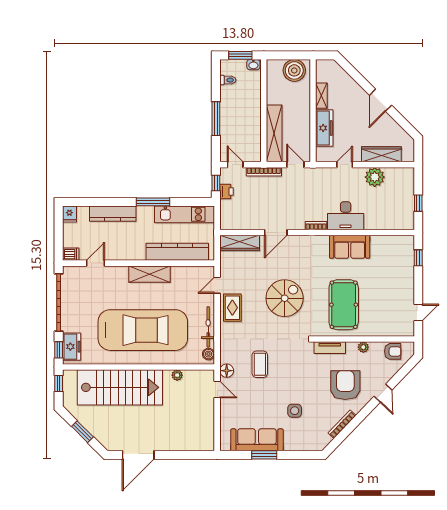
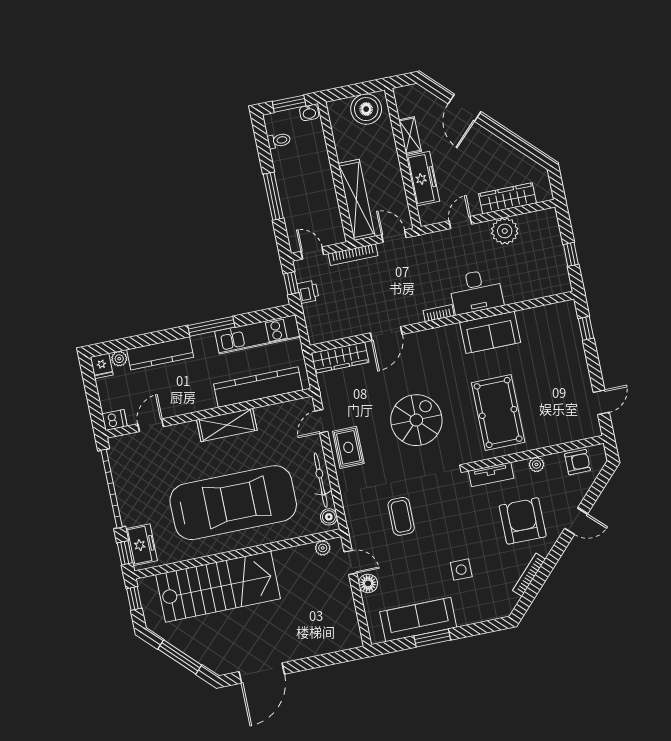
door: (381, 100) -> (464, 108), moved
plant: (83, 211) -> (119, 359), added
floor lamp: (227, 371) -> (368, 583), moved
plant: (177, 375) -> (323, 548), moved
door: (383, 393) -> (576, 521), hinge flipped
window: (82, 432) -> (180, 657), width x1.44

